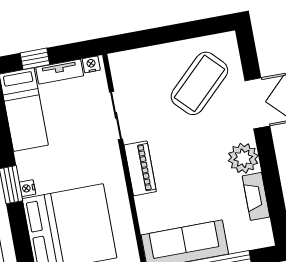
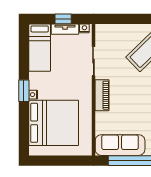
window: (35, 59) -> (63, 19), moved

